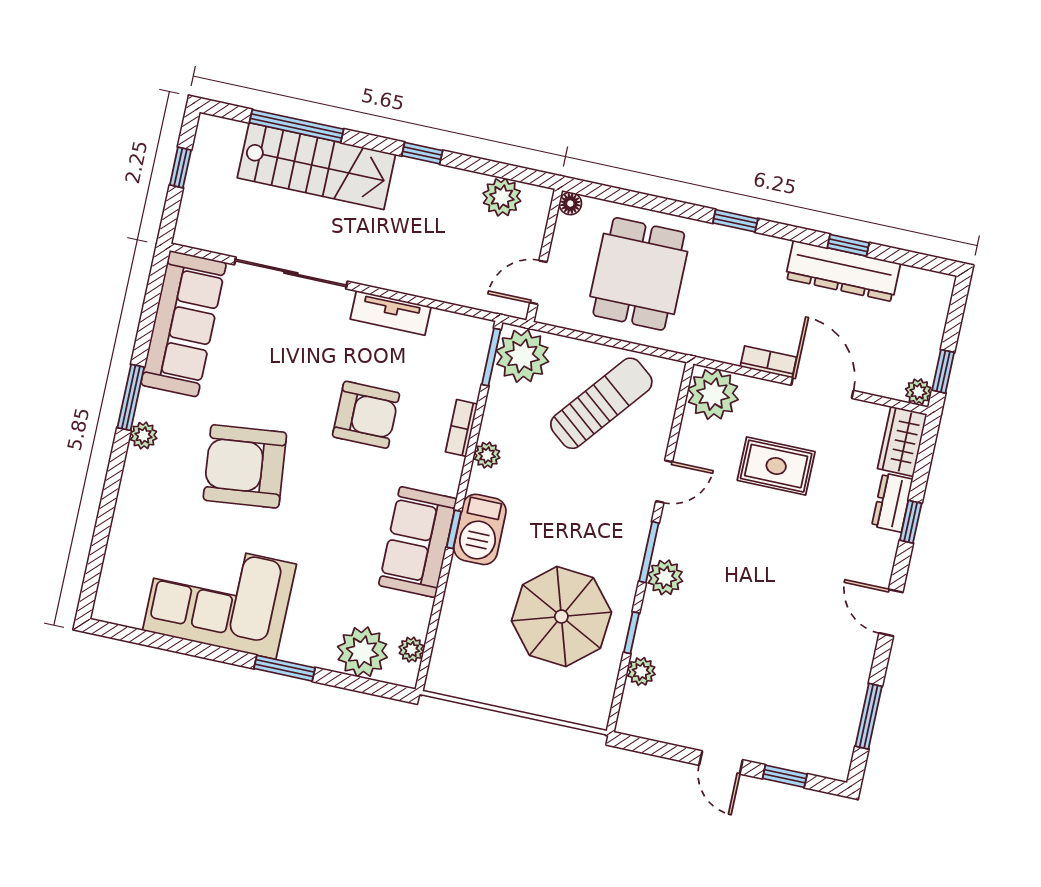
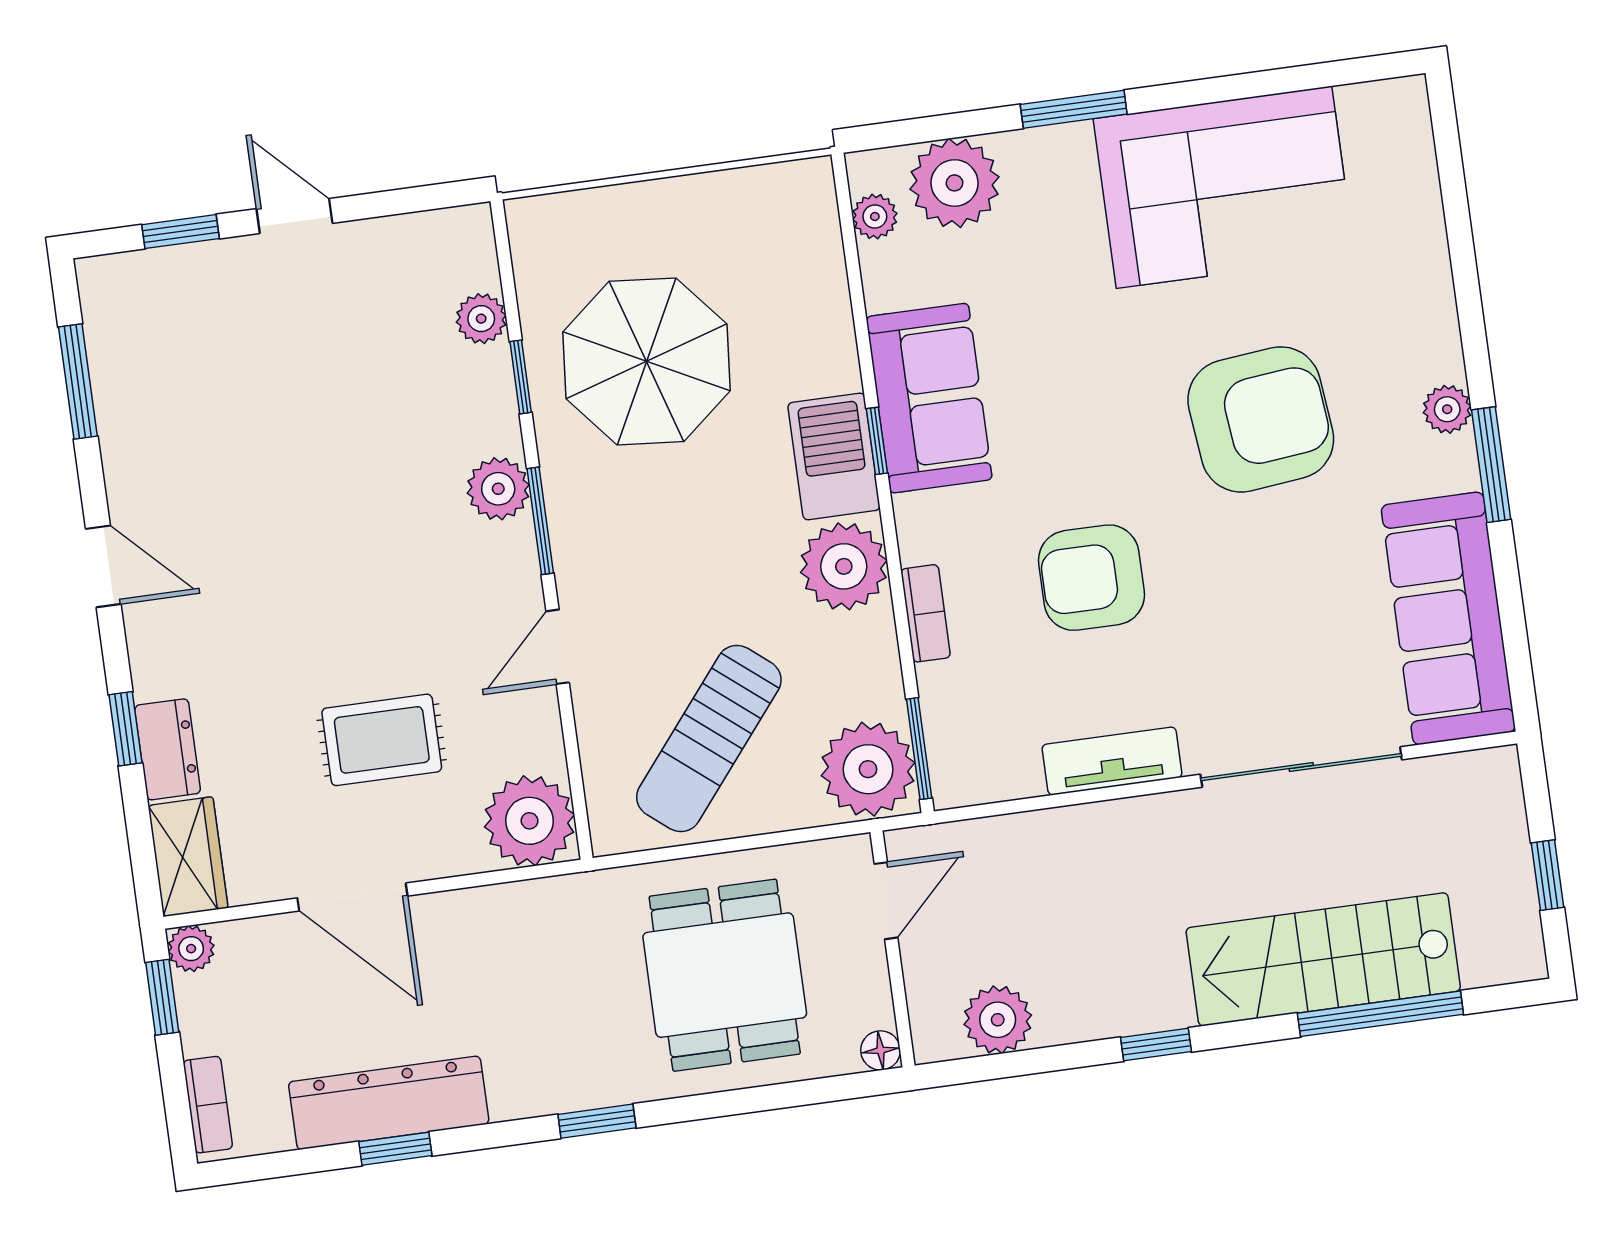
bookcase: (768, 362) -> (208, 1105), moved, turned -90
plant: (487, 455) -> (844, 566), width x1.88, depth x1.88

